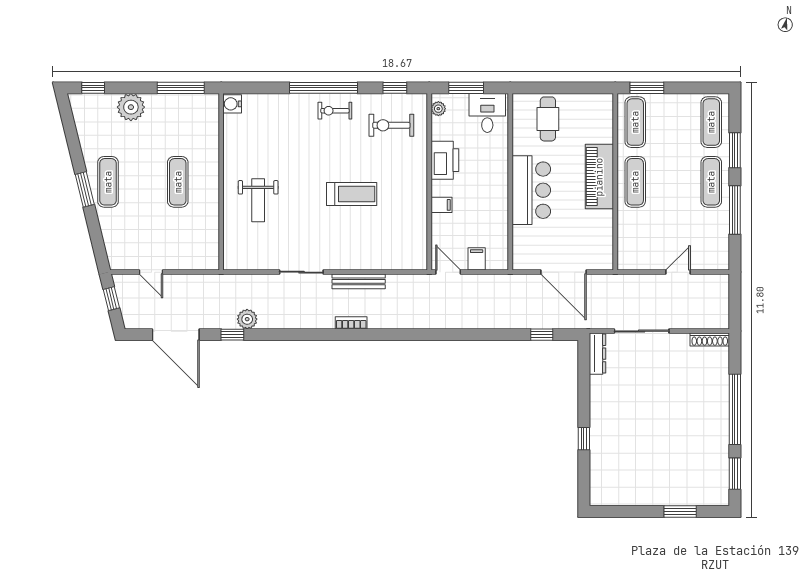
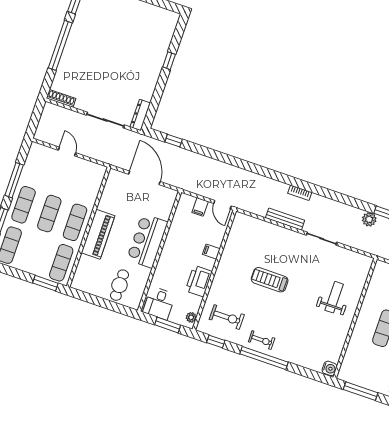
exercise mat: (673, 182) -> (49, 214), added
door: (678, 272) -> (67, 151), swing flipped

